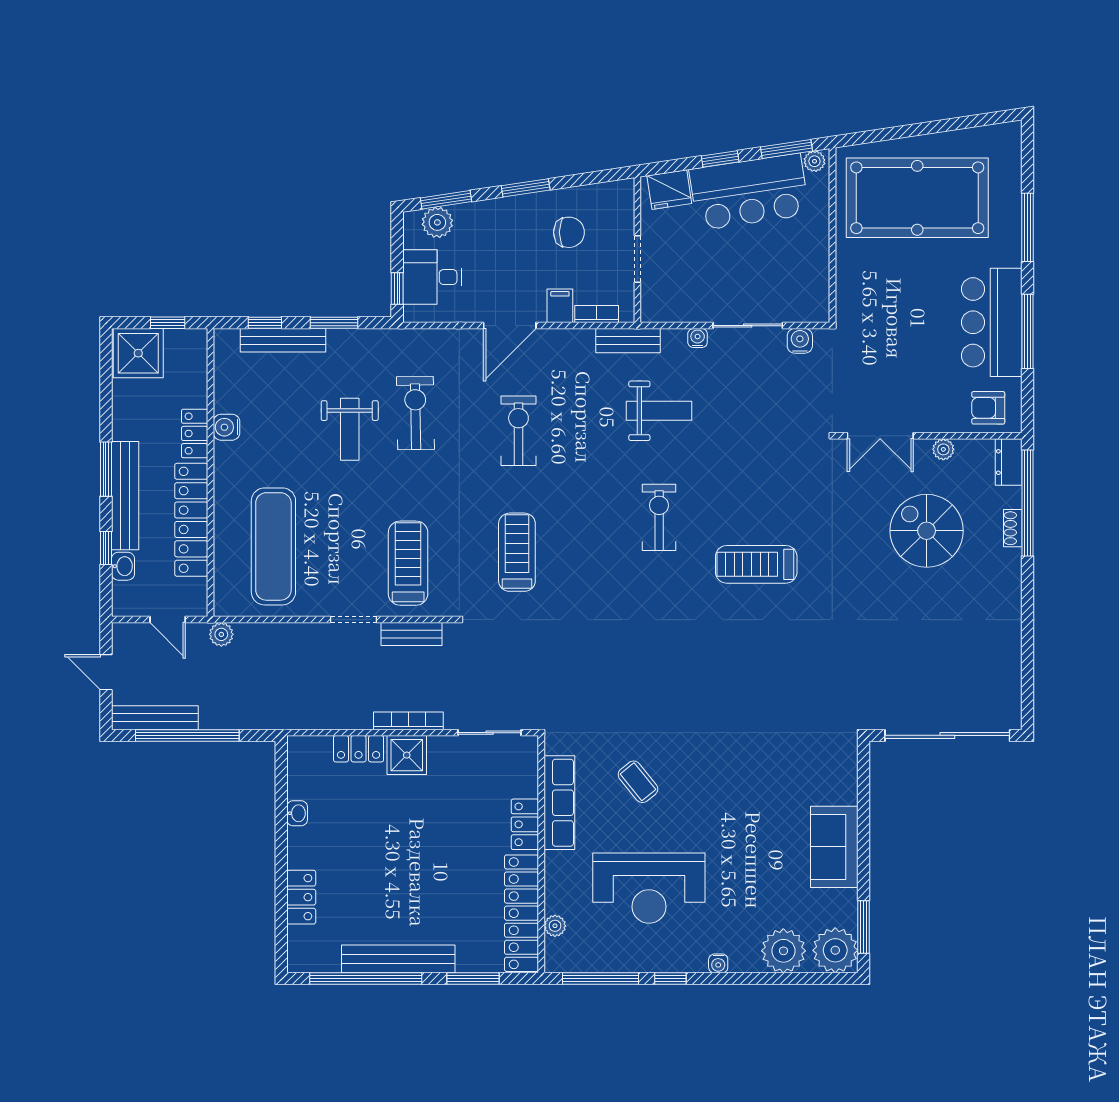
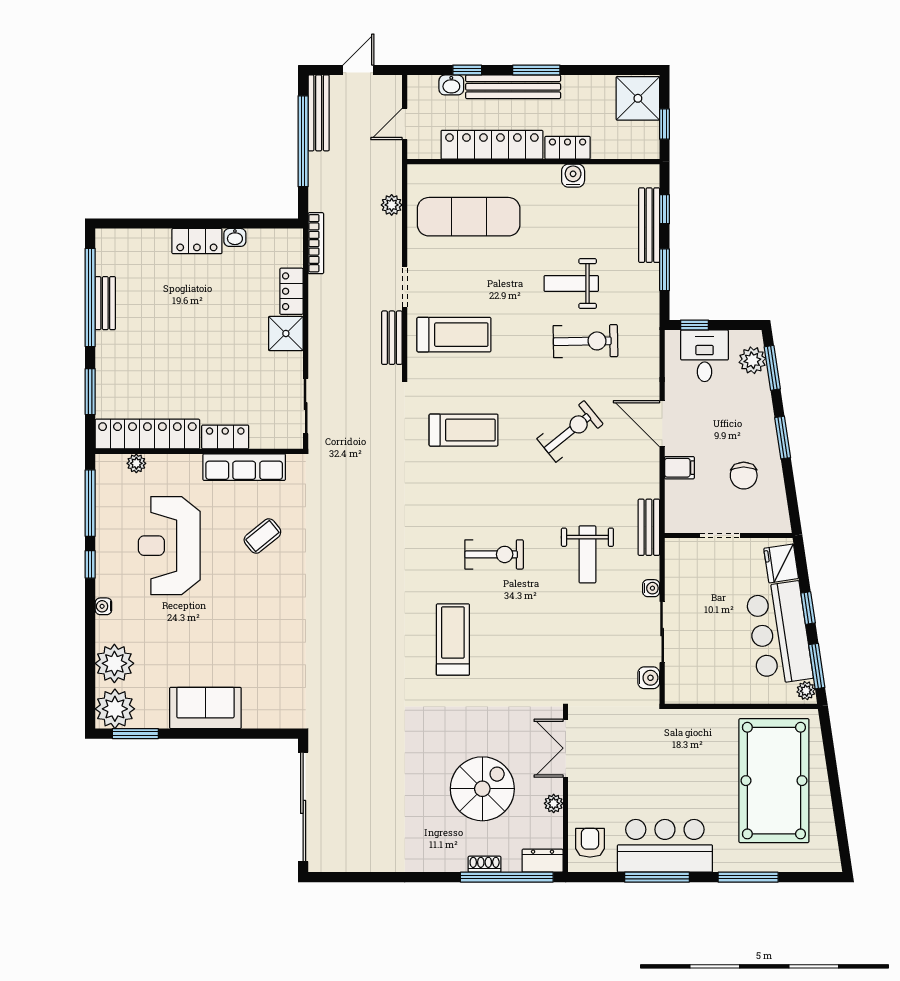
bookcase: (597, 314) -> (672, 500), removed
exercise bike: (518, 431) -> (570, 431), turned -39
plant: (221, 634) -> (392, 205), moved
bookcase: (408, 721) -> (316, 243), moved
locker: (301, 897) -> (197, 241), moved
bench: (398, 959) -> (105, 303), width x0.54, depth x0.82

